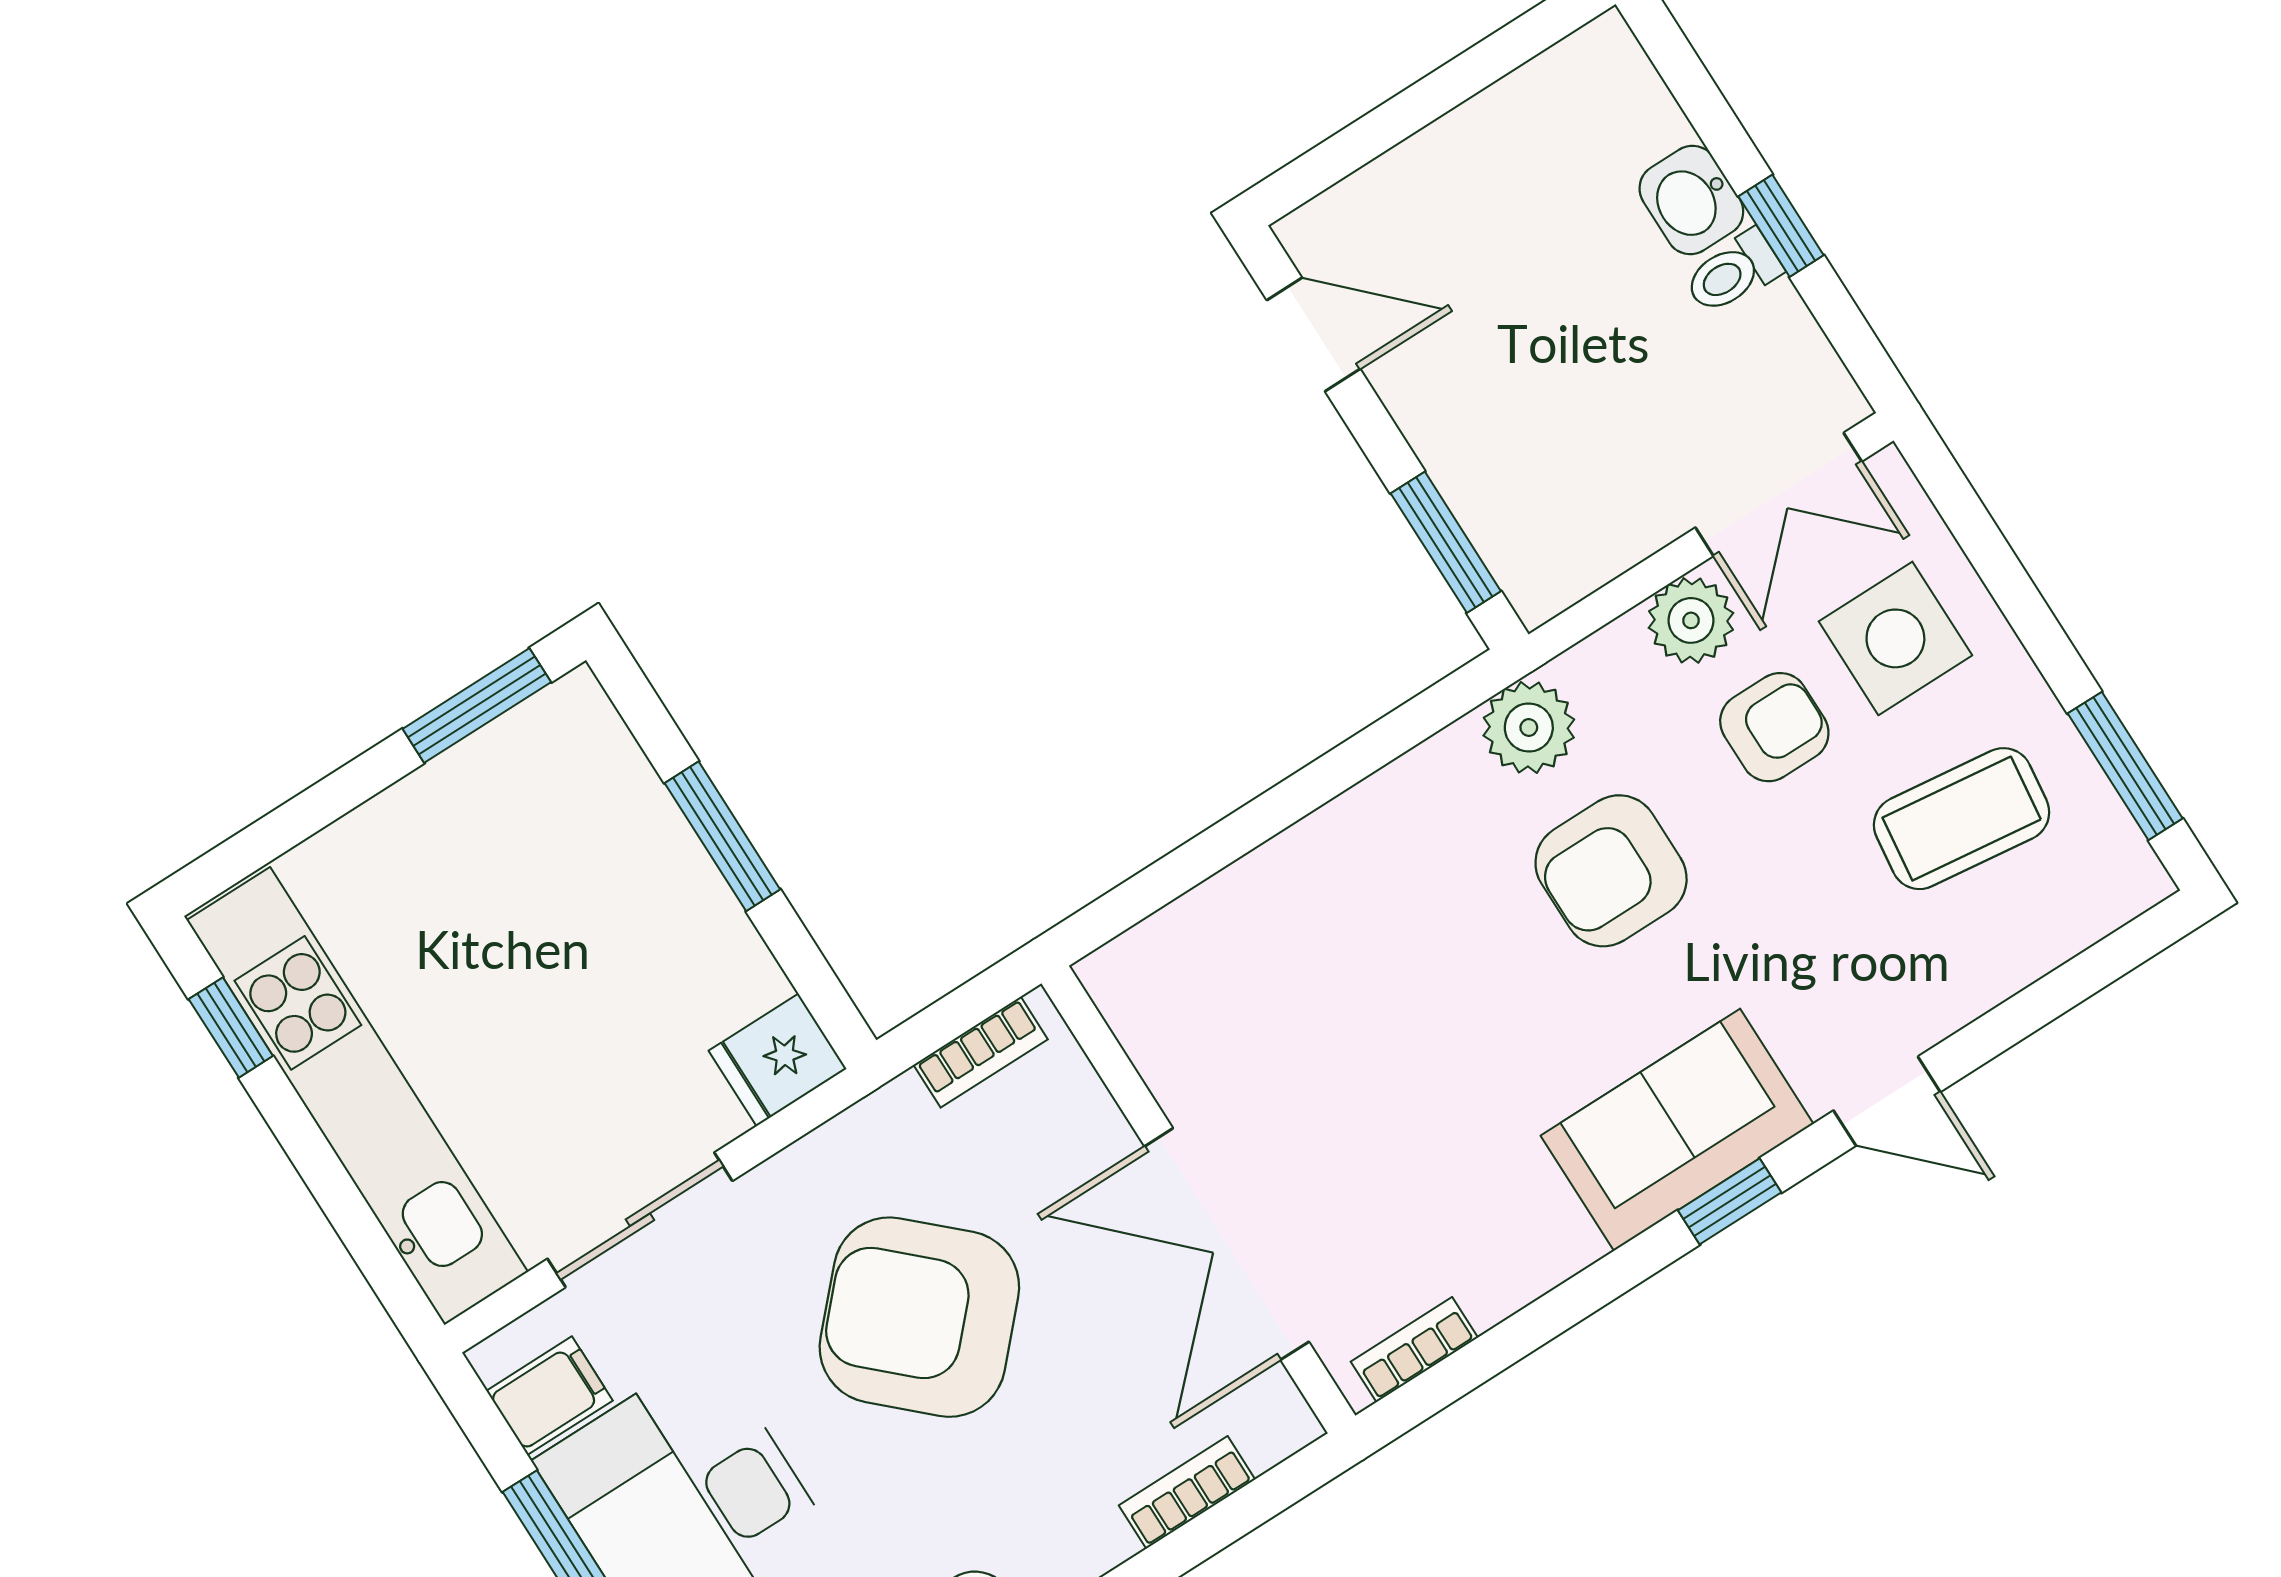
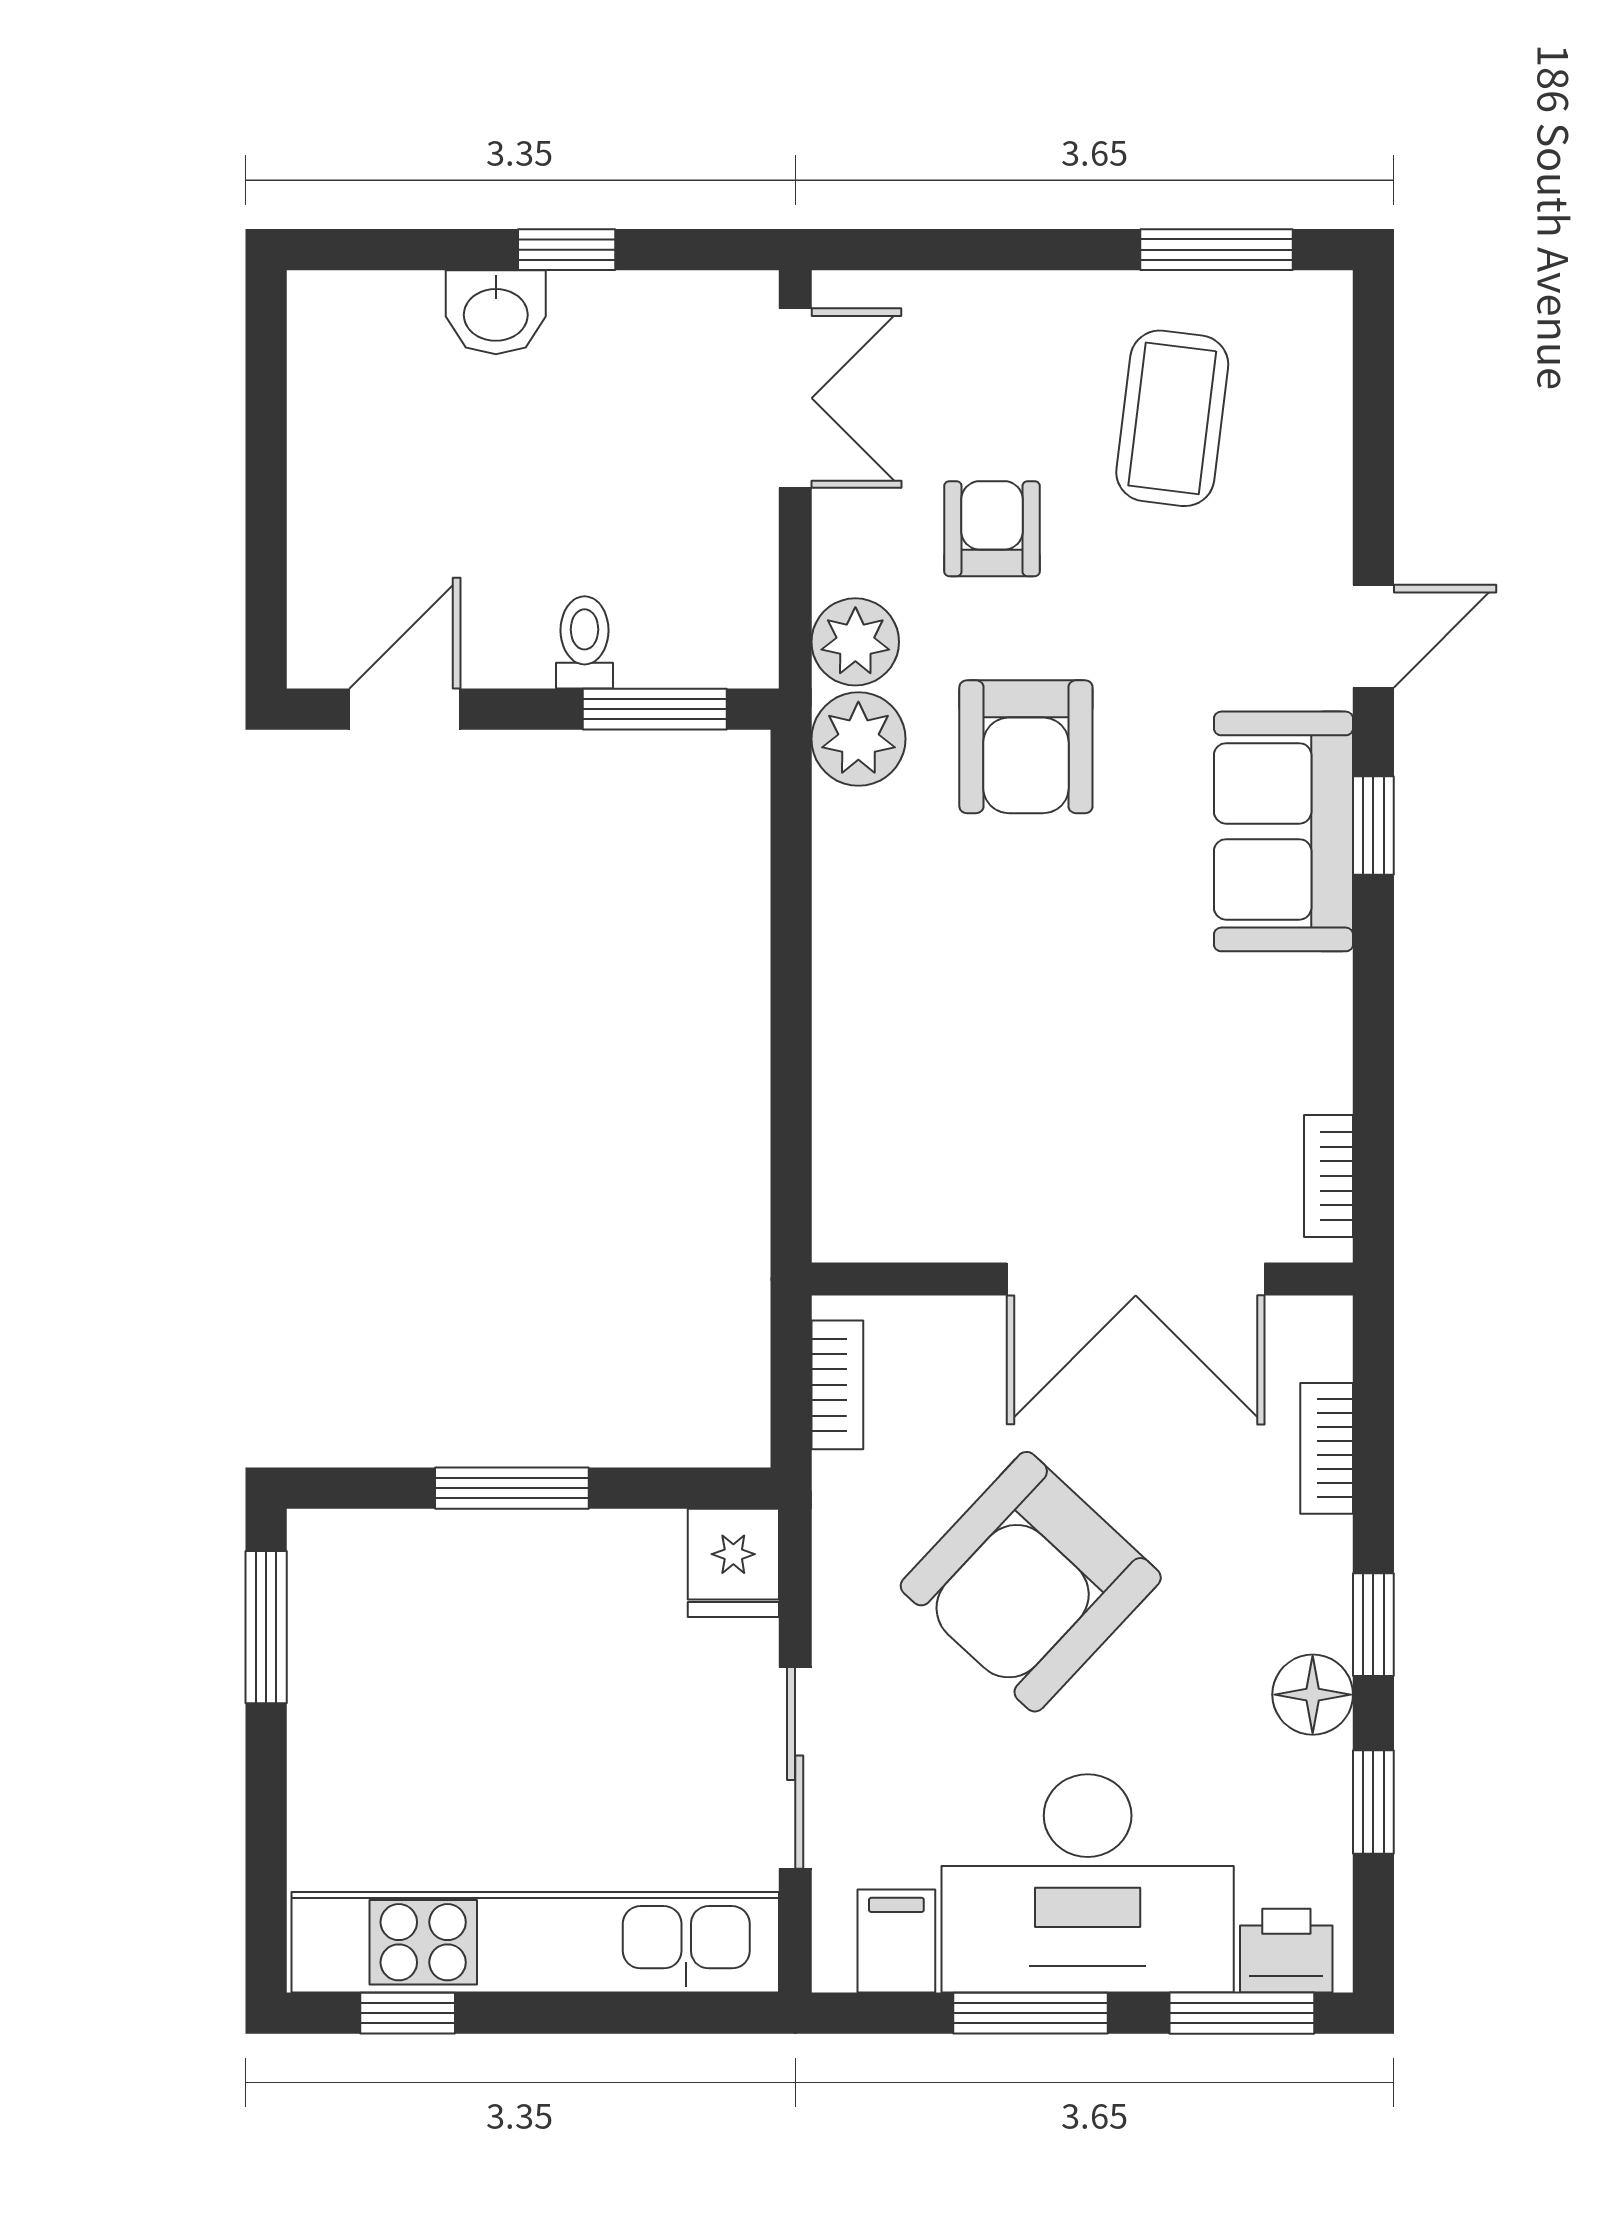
toilet: (1733, 273) -> (585, 642), moved, turned 180
plant: (1691, 620) -> (855, 642), moved
side table: (1895, 638) -> (982, 377), removed

